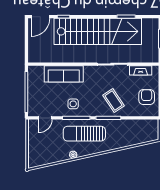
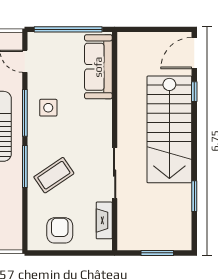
door: (40, 17) -> (194, 53), hinge flipped
stairs: (98, 31) -> (169, 129), width x0.73
sofa: (64, 74) -> (98, 67), moved
armchair: (147, 97) -> (60, 230), turned -90

